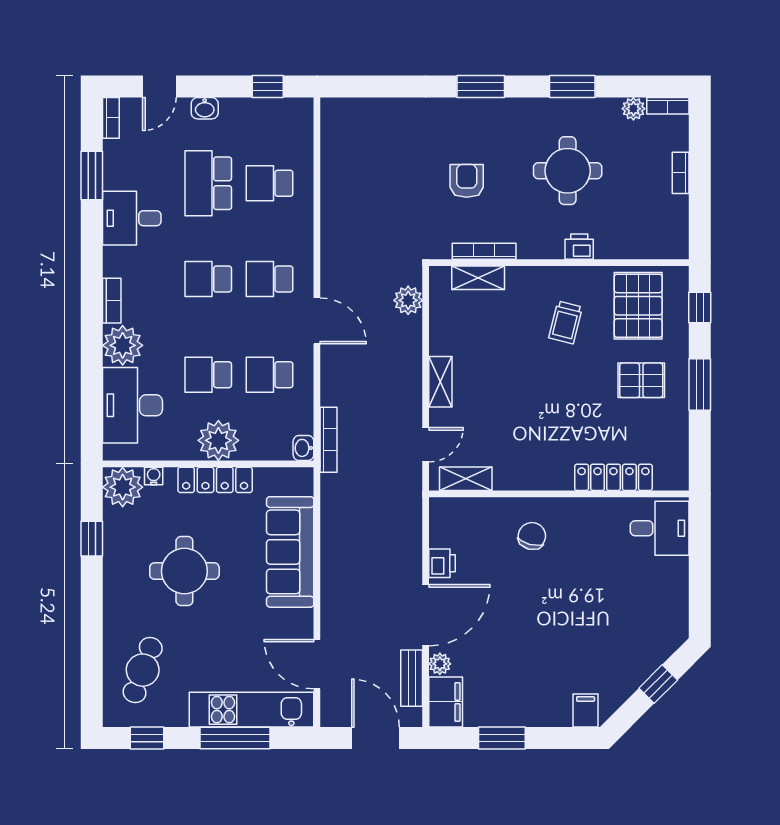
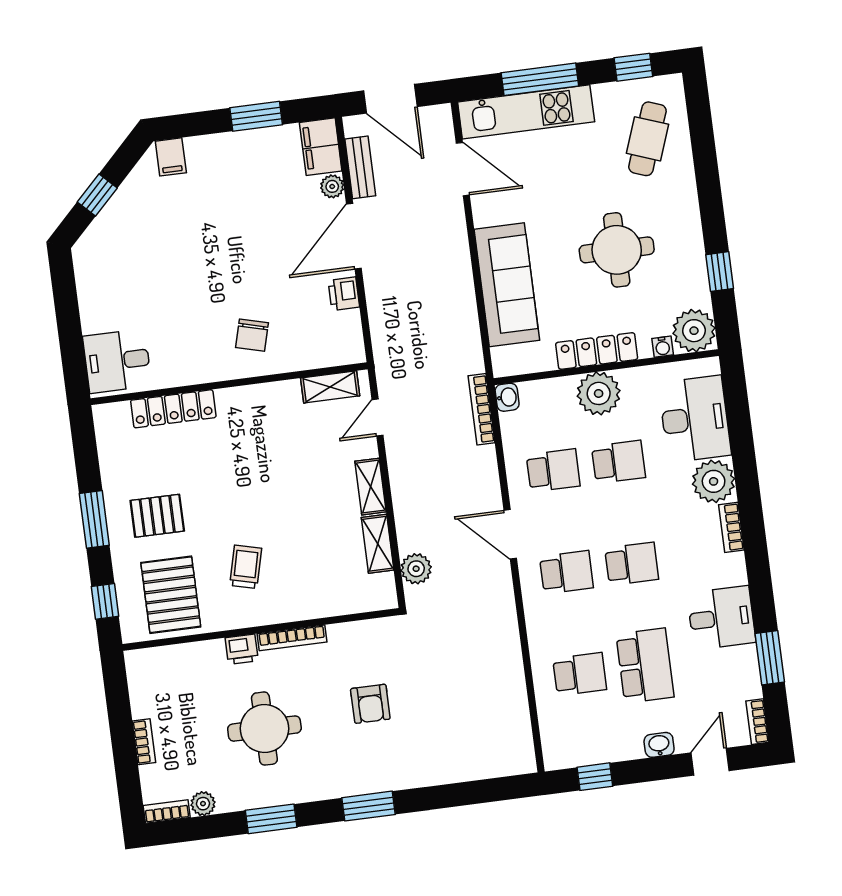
bookcase: (484, 251) -> (292, 638), moved
shelving: (478, 278) -> (378, 544), moved, turned 90

